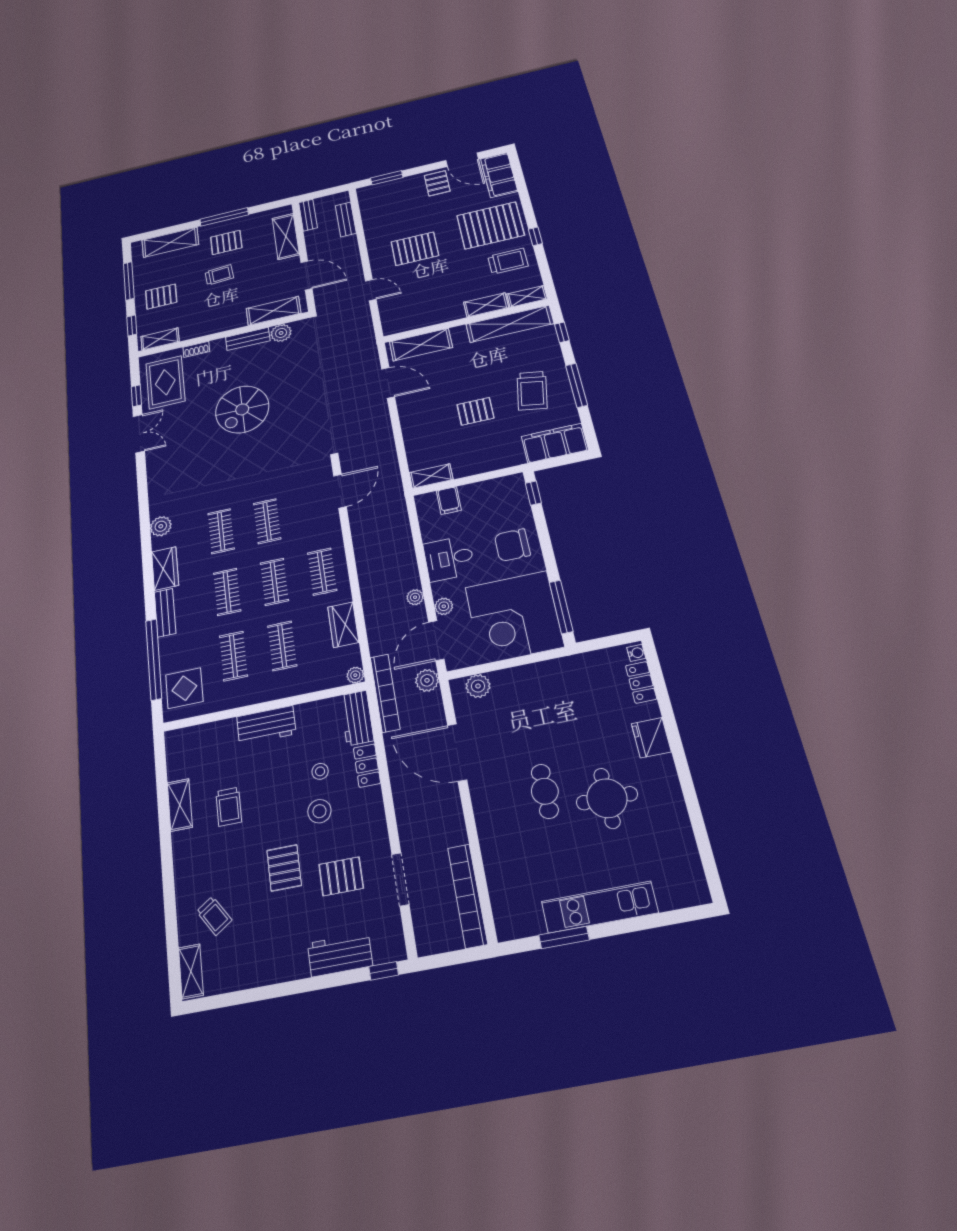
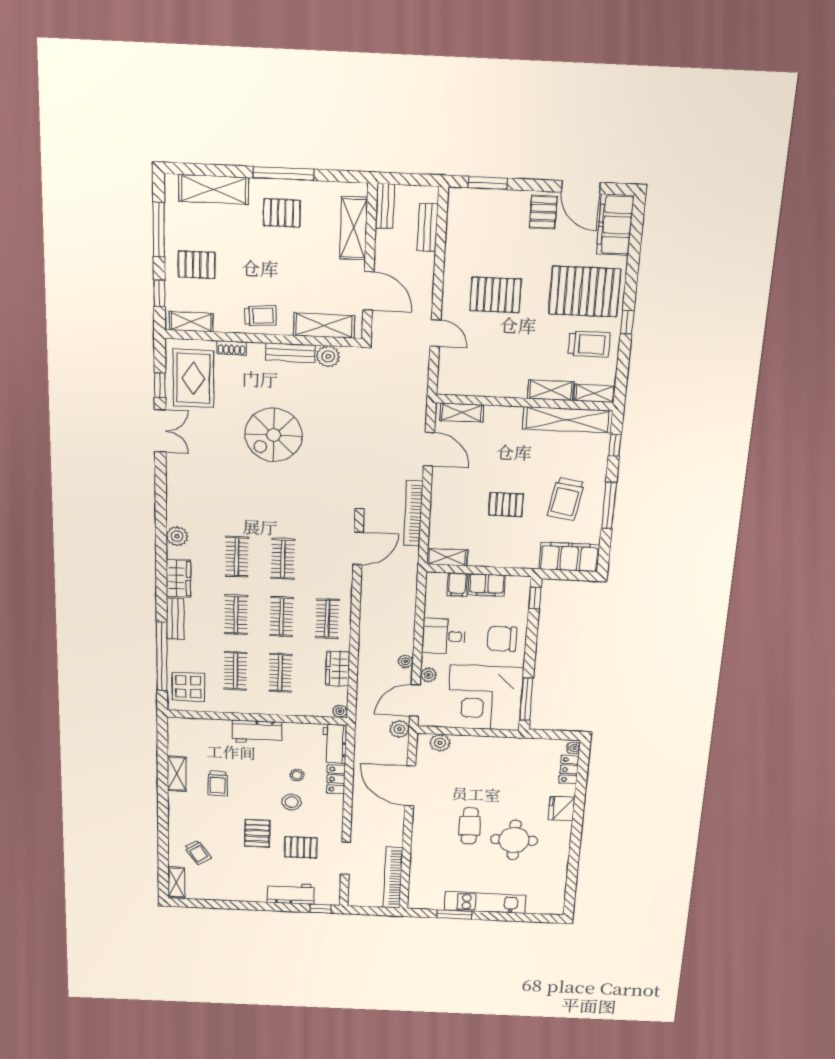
trolley: (219, 275) -> (261, 316), moved
shelving: (421, 345) -> (462, 413), width x0.67, depth x0.75
filing cabinet: (479, 493) -> (486, 585), added
bookcase: (385, 693) -> (413, 513), moved, turned 180

